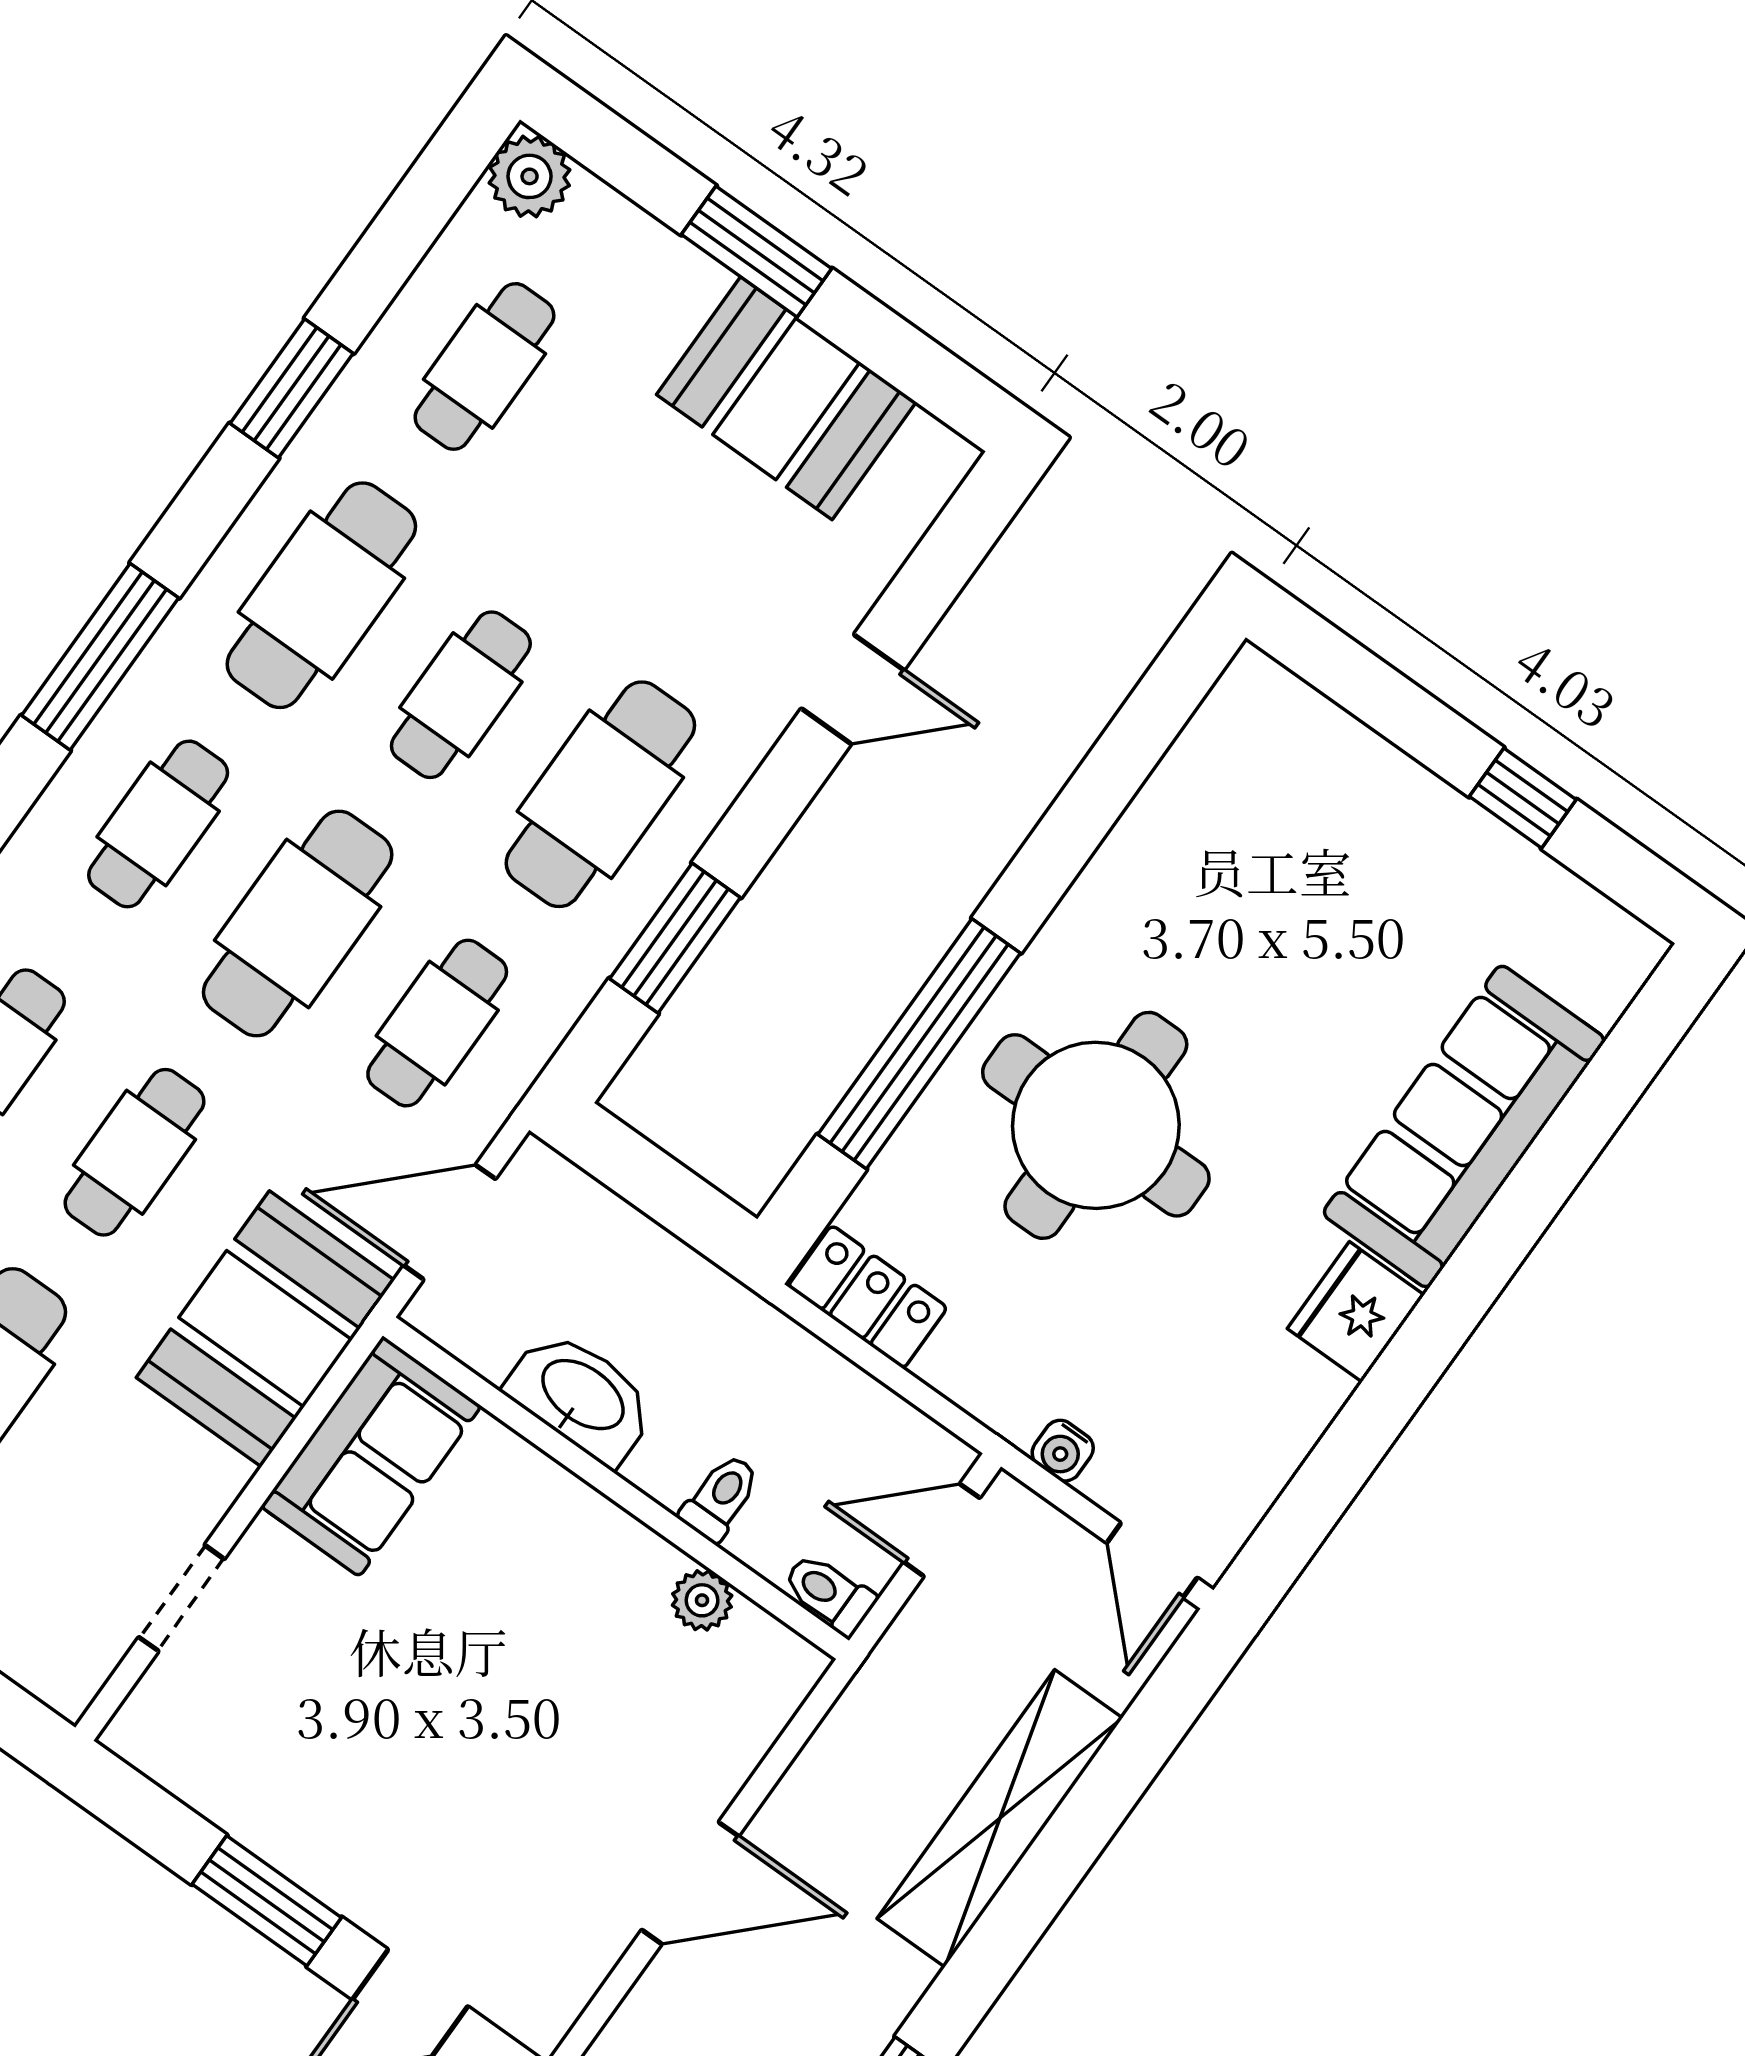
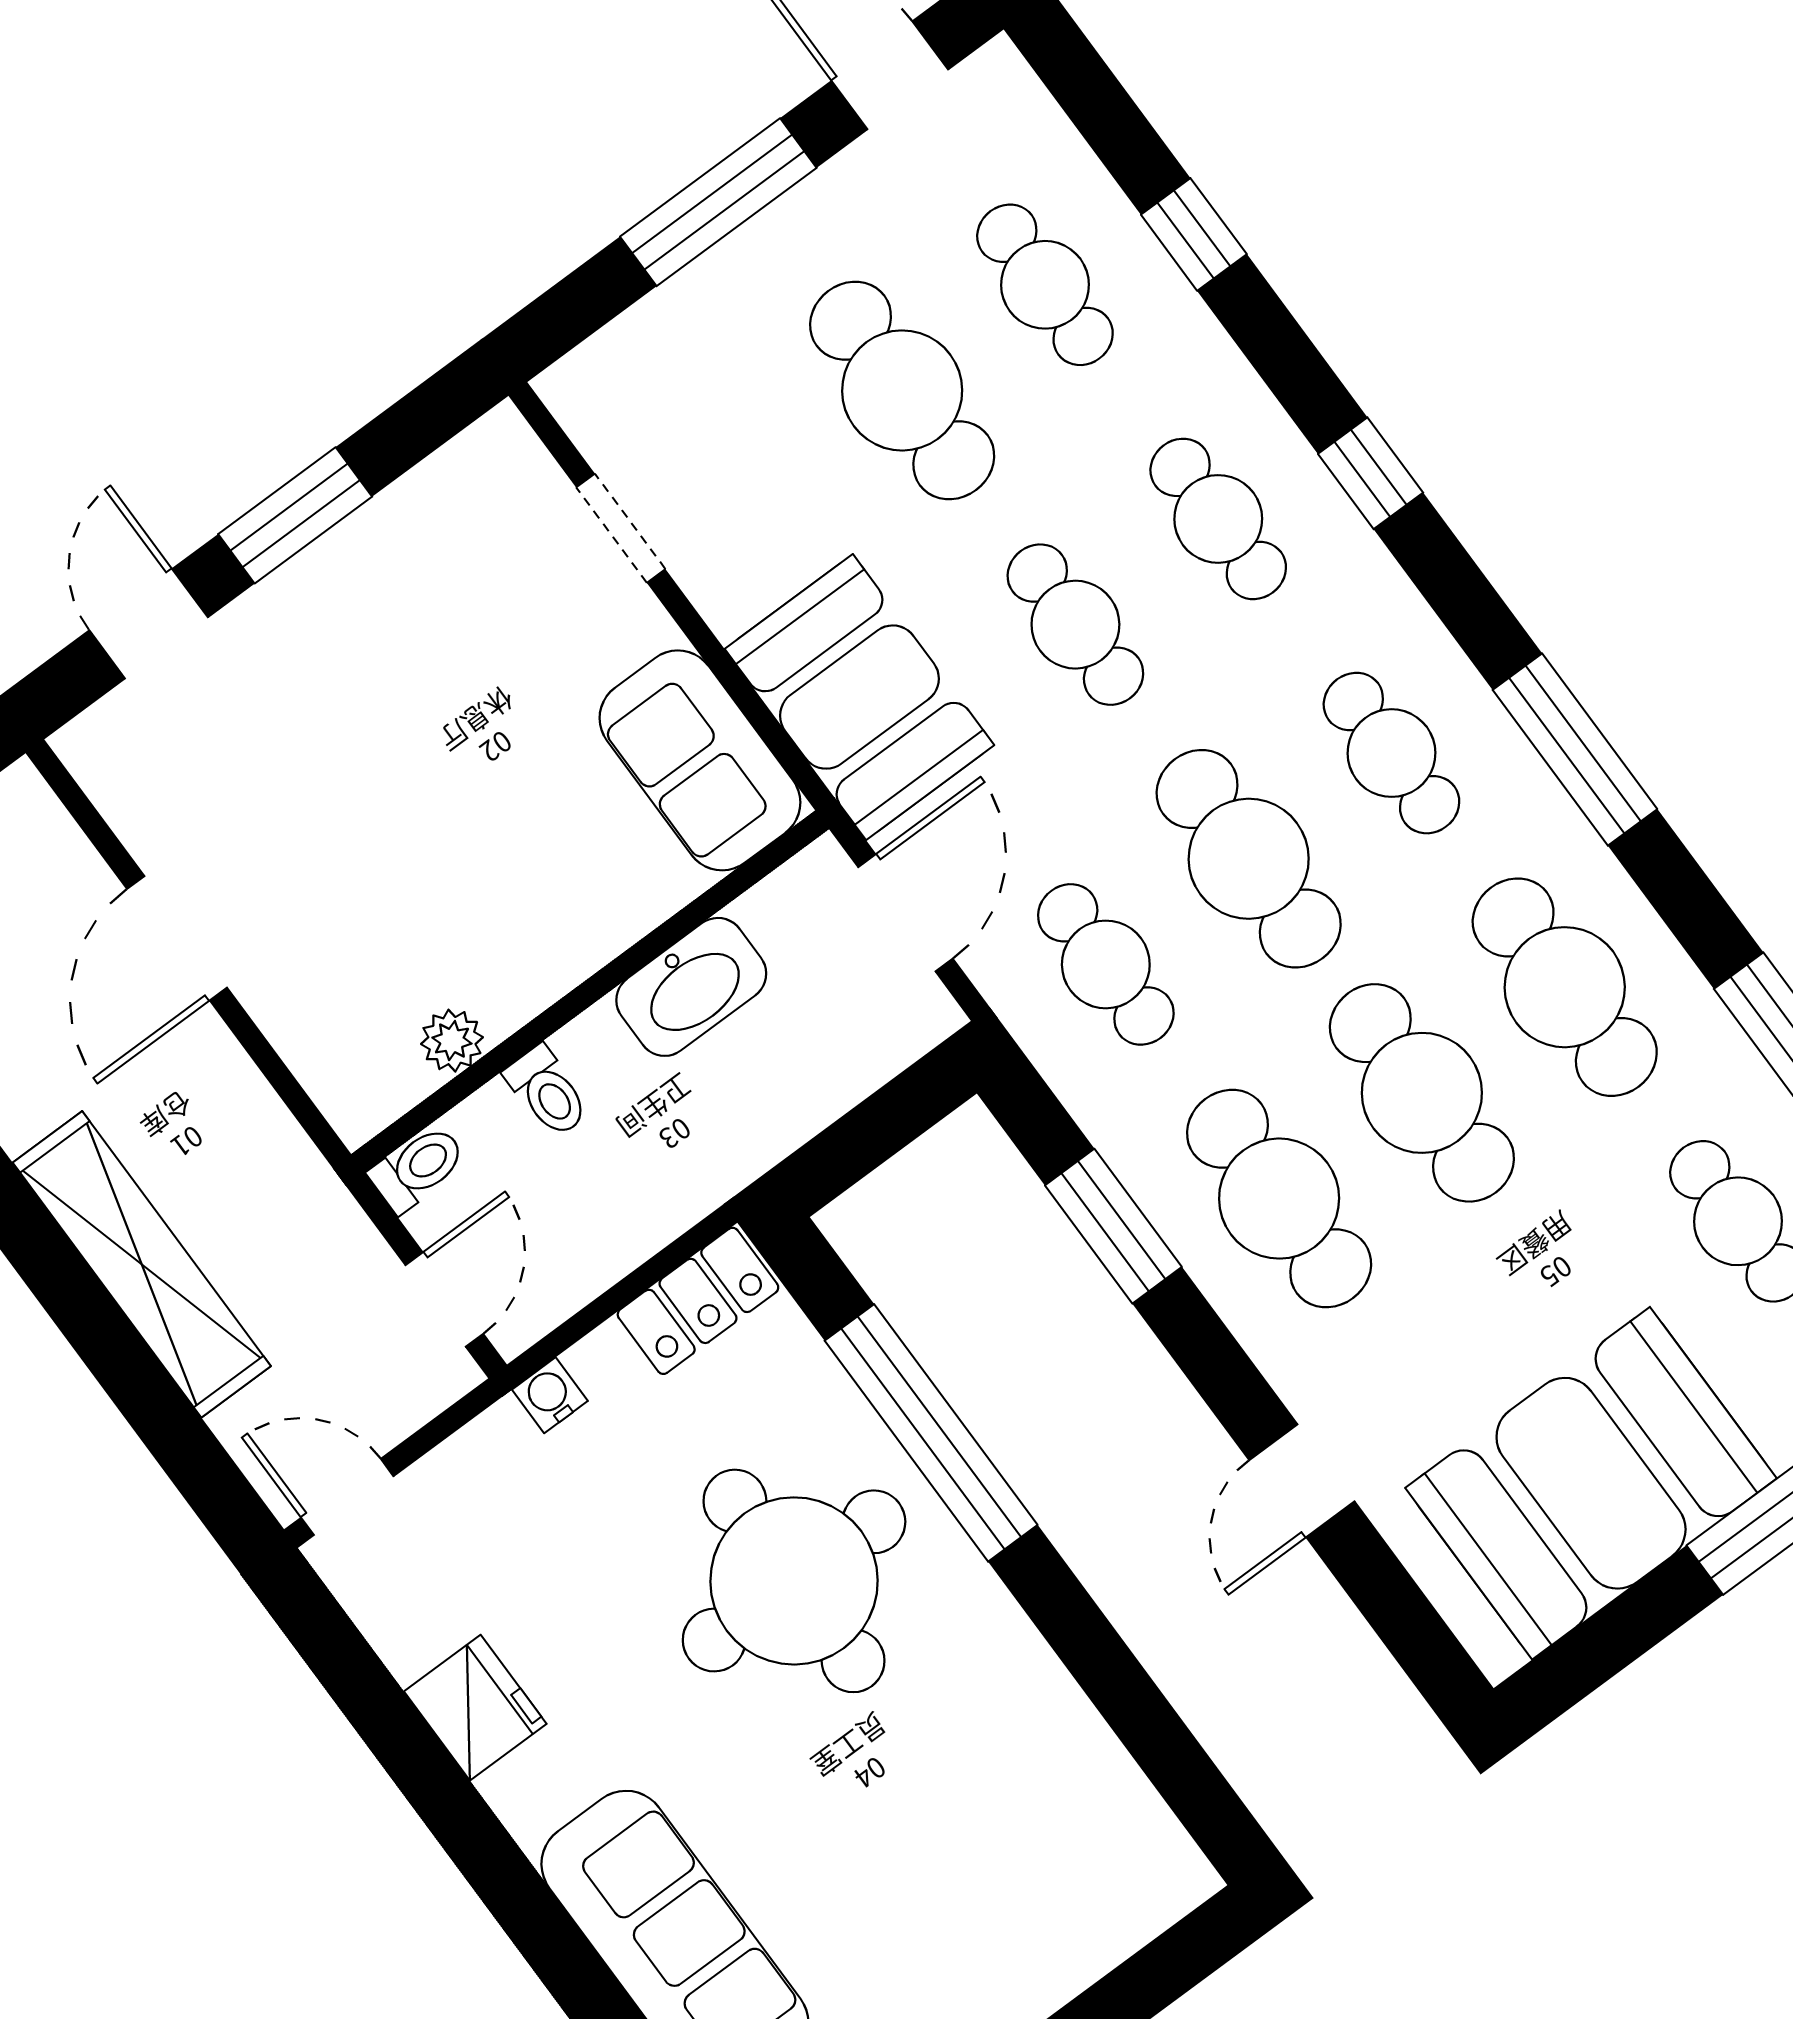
booth: (786, 398) -> (1591, 1483), width x1.36, depth x1.42
cafe table: (461, 695) -> (1422, 1093), width x1.37, depth x1.35
fridge: (1356, 1312) -> (475, 1708), moved
water cooler: (1063, 1451) -> (550, 1395), moved

